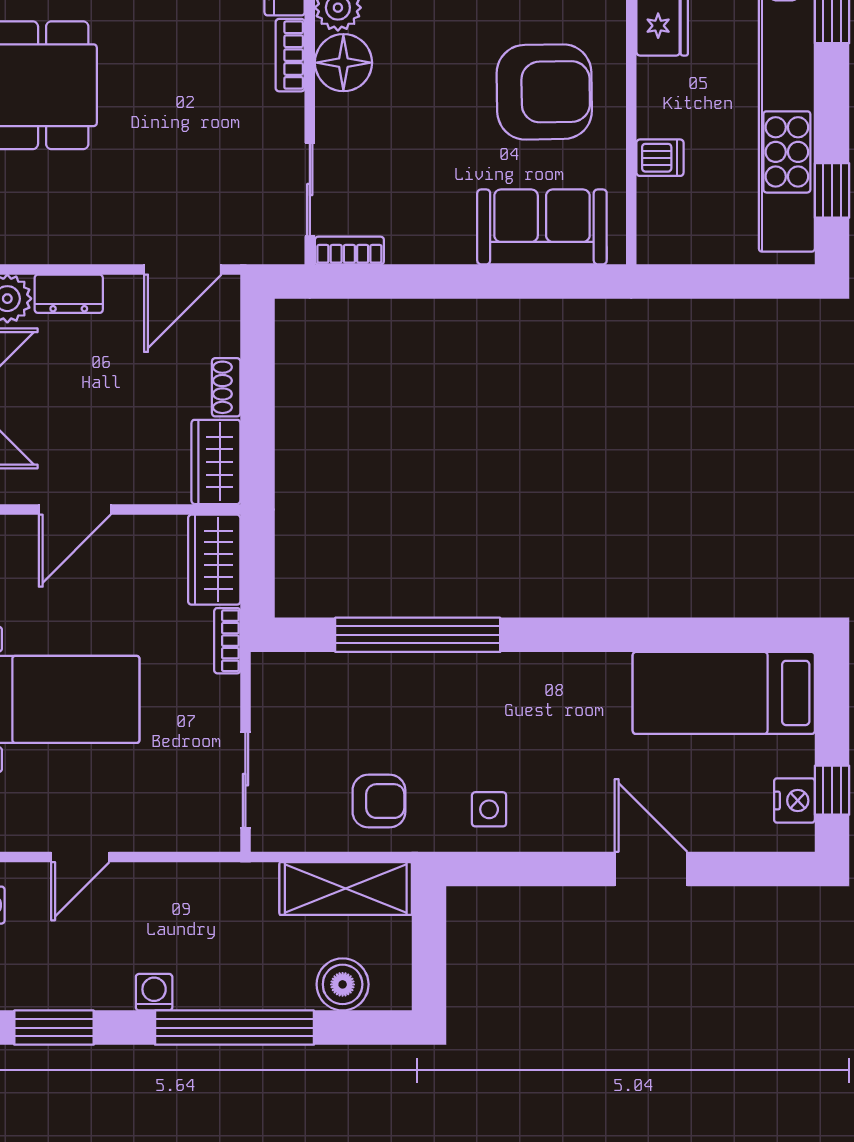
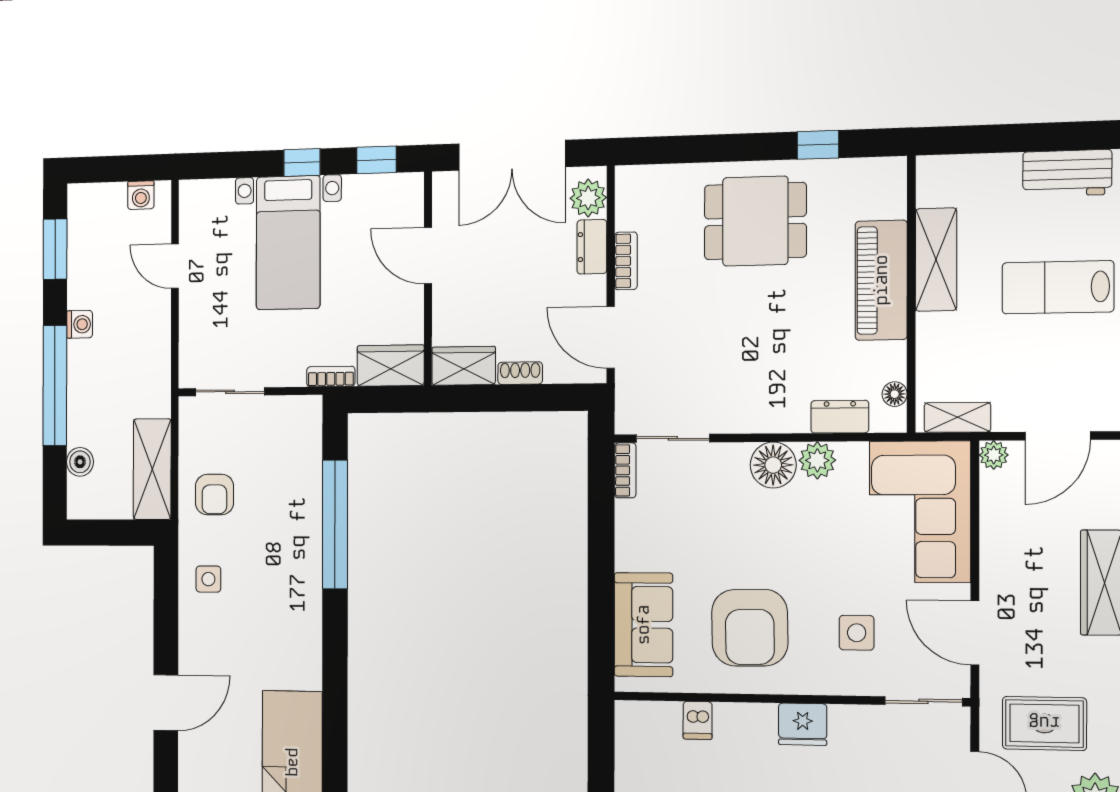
bookcase: (290, 55) -> (626, 261), moved, turned 90
boiler: (343, 984) -> (80, 462), width x0.73, depth x0.73

